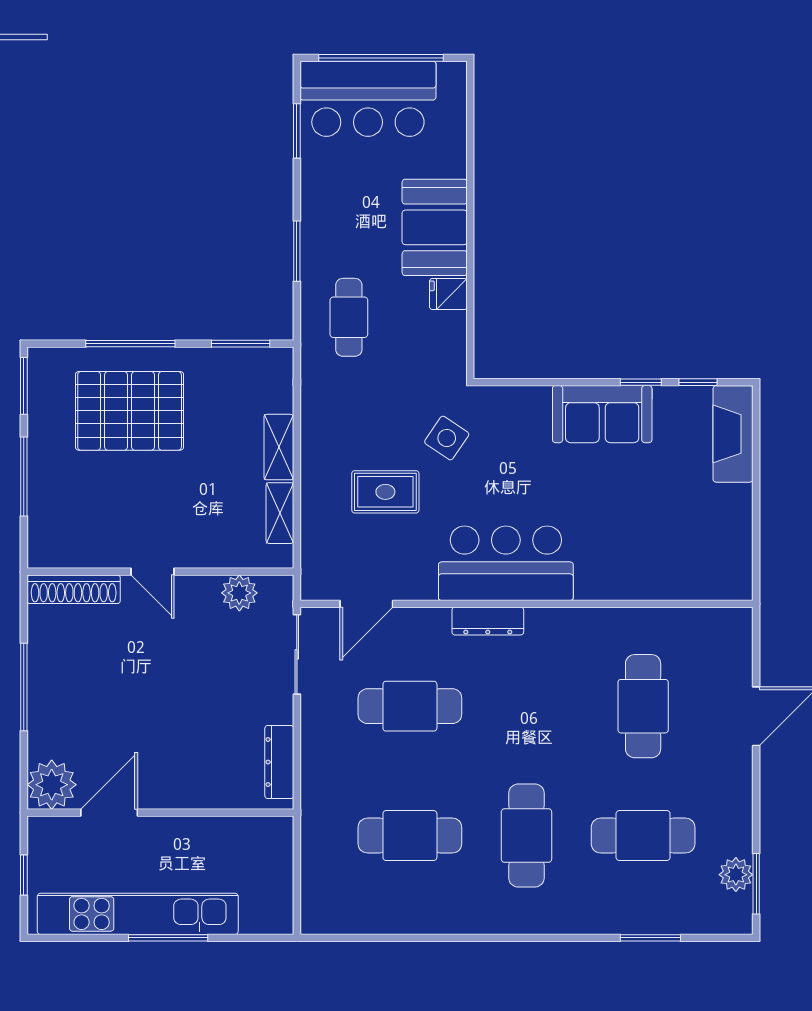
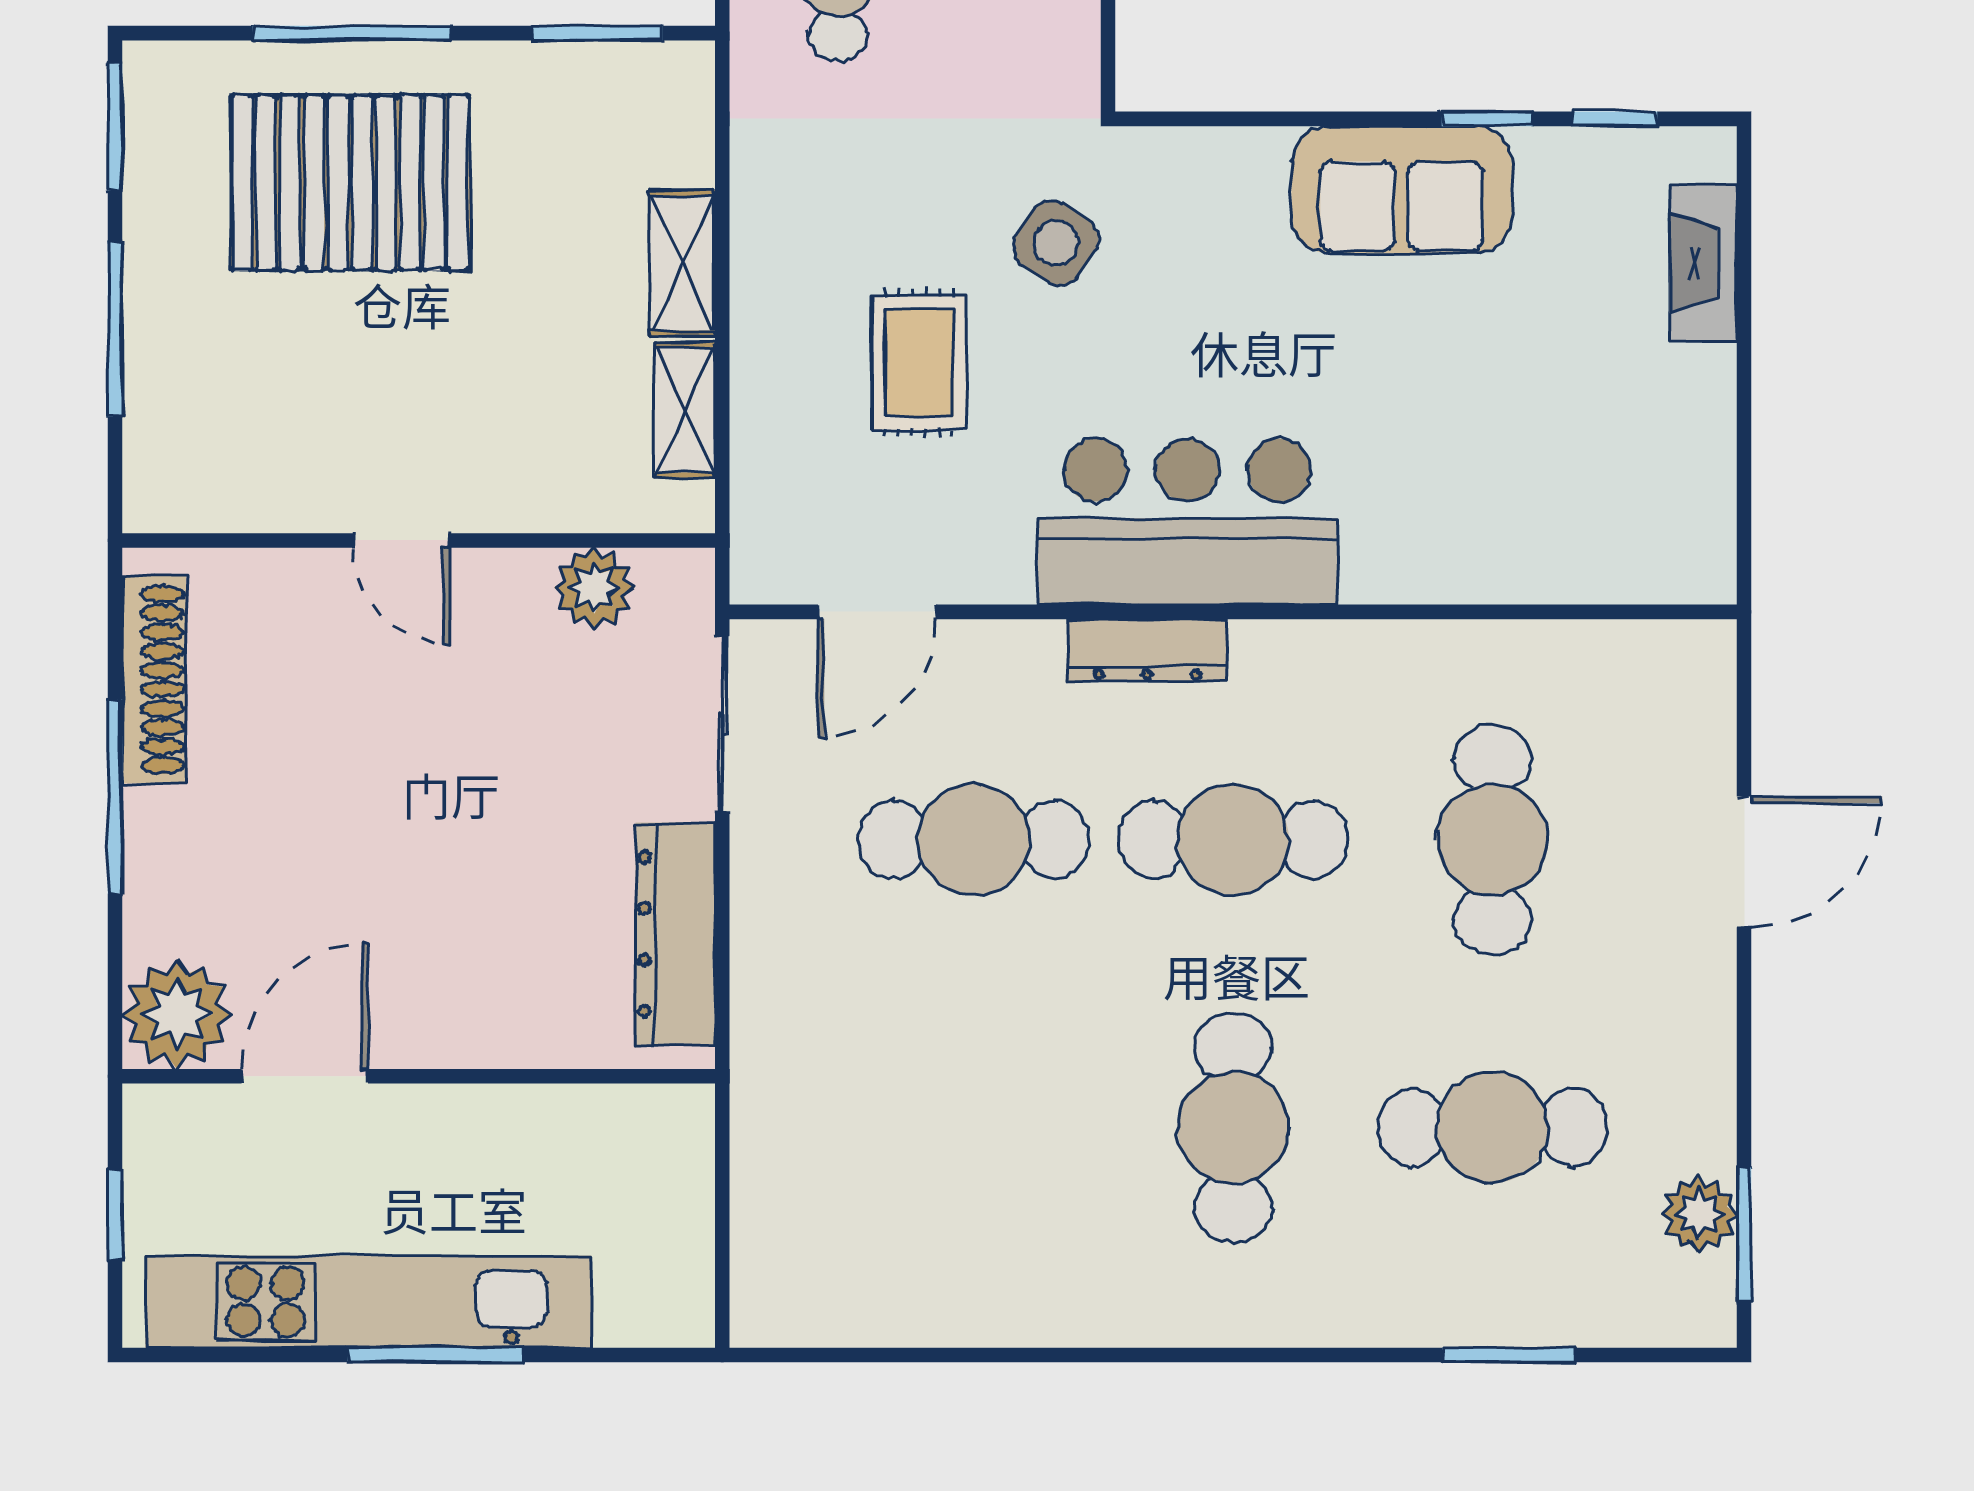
fireplace: (733, 434) -> (1703, 263), width x0.73, depth x0.76
rug: (385, 492) -> (919, 363), turned 90
shoe rack: (74, 589) -> (154, 680), moved, turned -90
dresser: (279, 762) -> (675, 934), width x1.37, depth x1.24
cafe table: (410, 836) -> (1233, 840), moved

